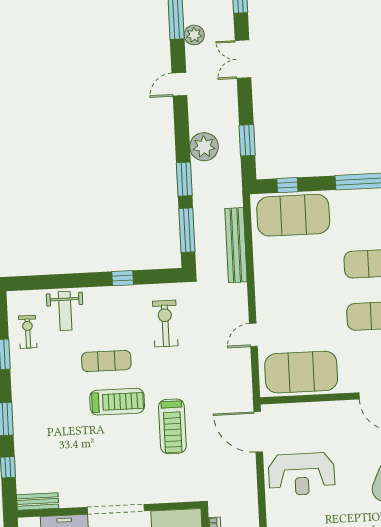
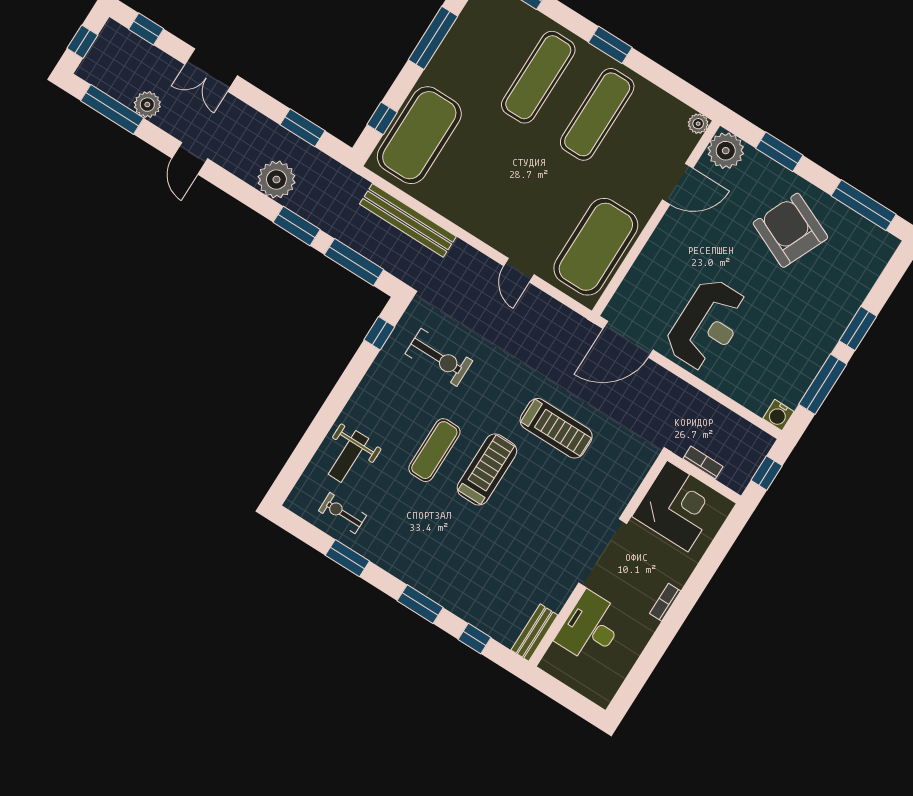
window: (123, 278) -> (379, 333), moved
weight bench: (65, 311) -> (348, 456), turned 90
exercise bike: (165, 324) -> (439, 357), turned 180

